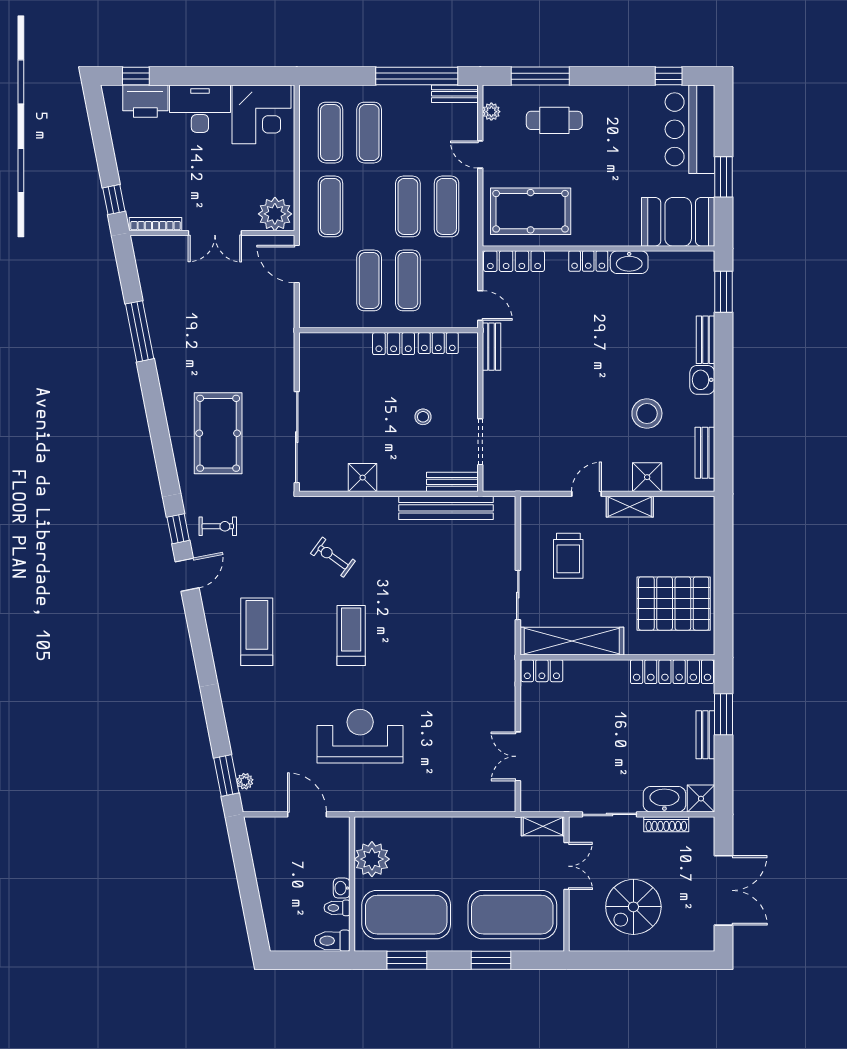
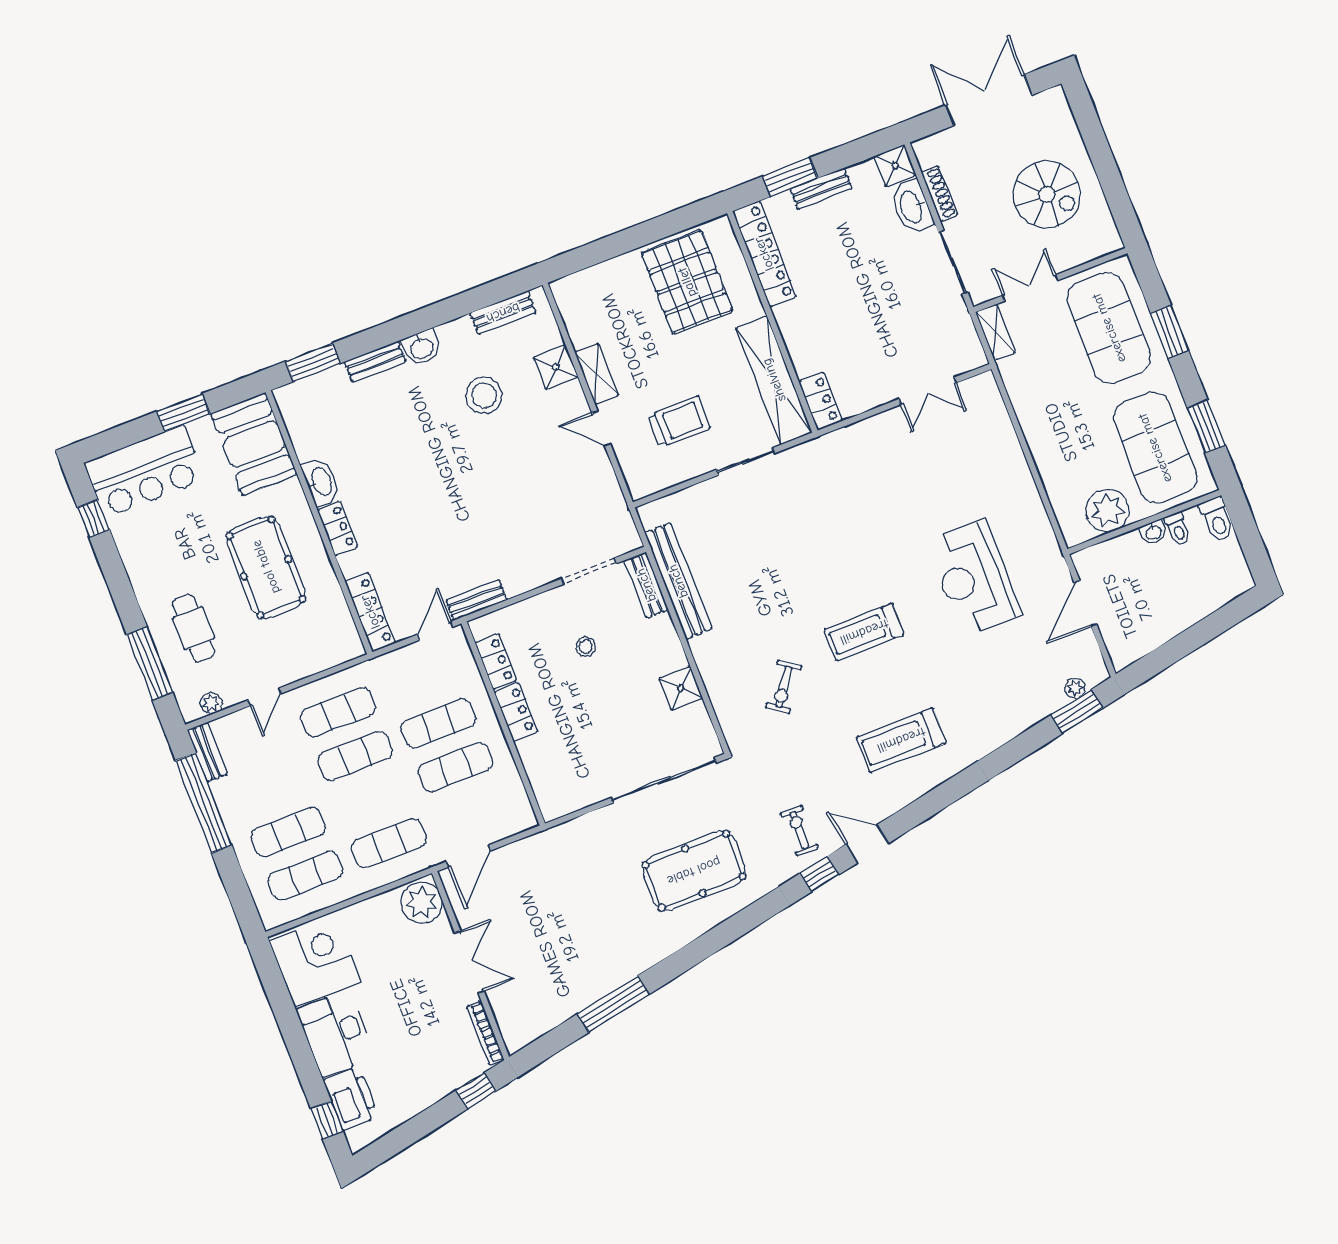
pool table: (531, 211) -> (266, 567), moved

